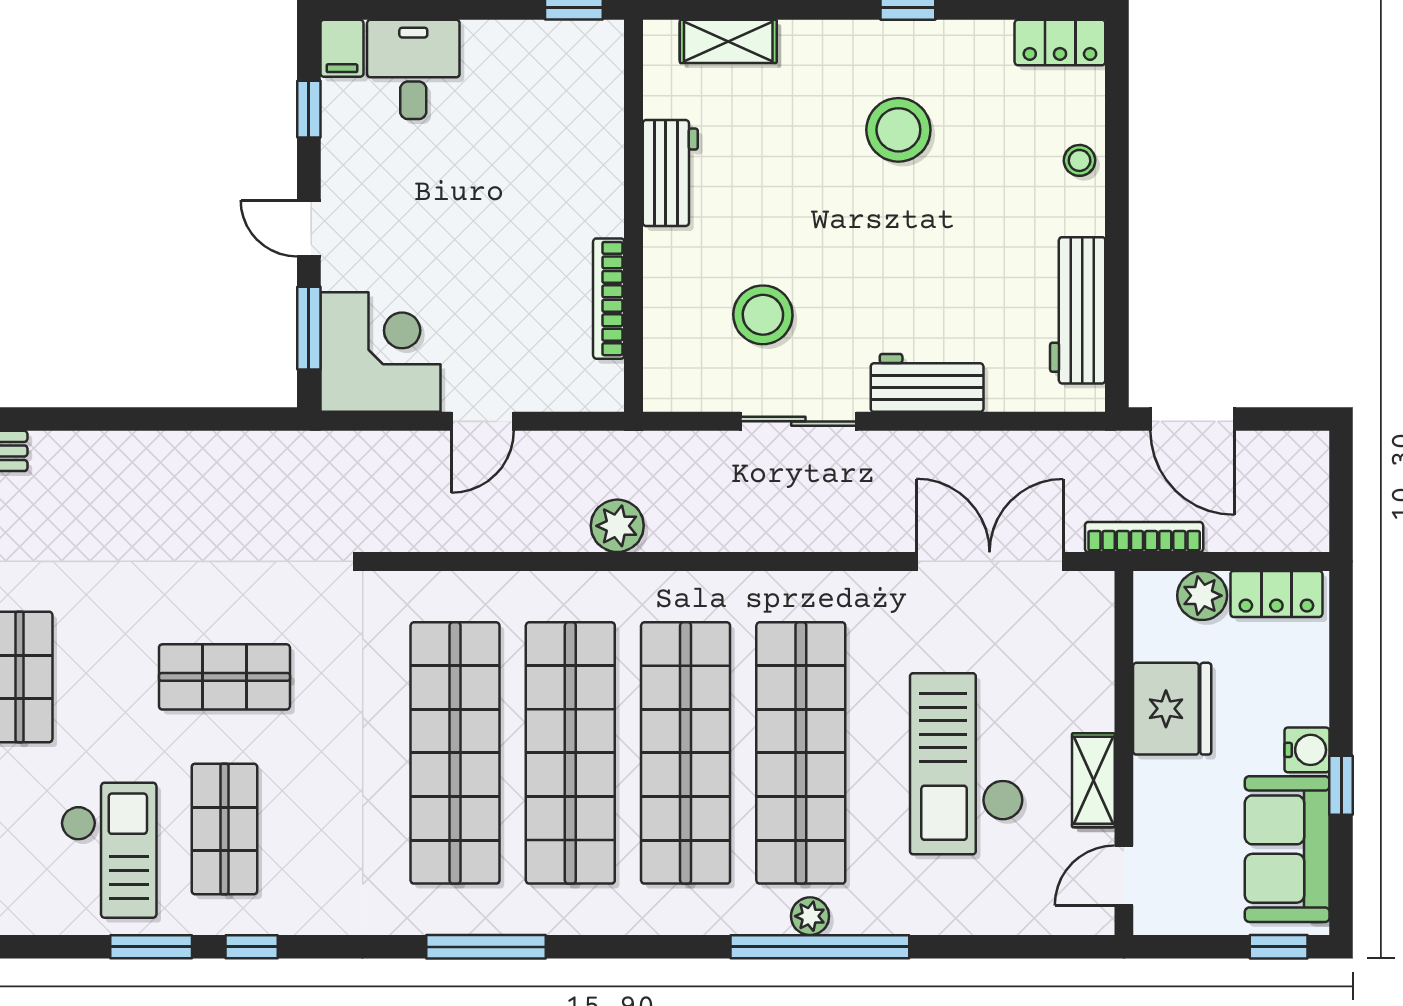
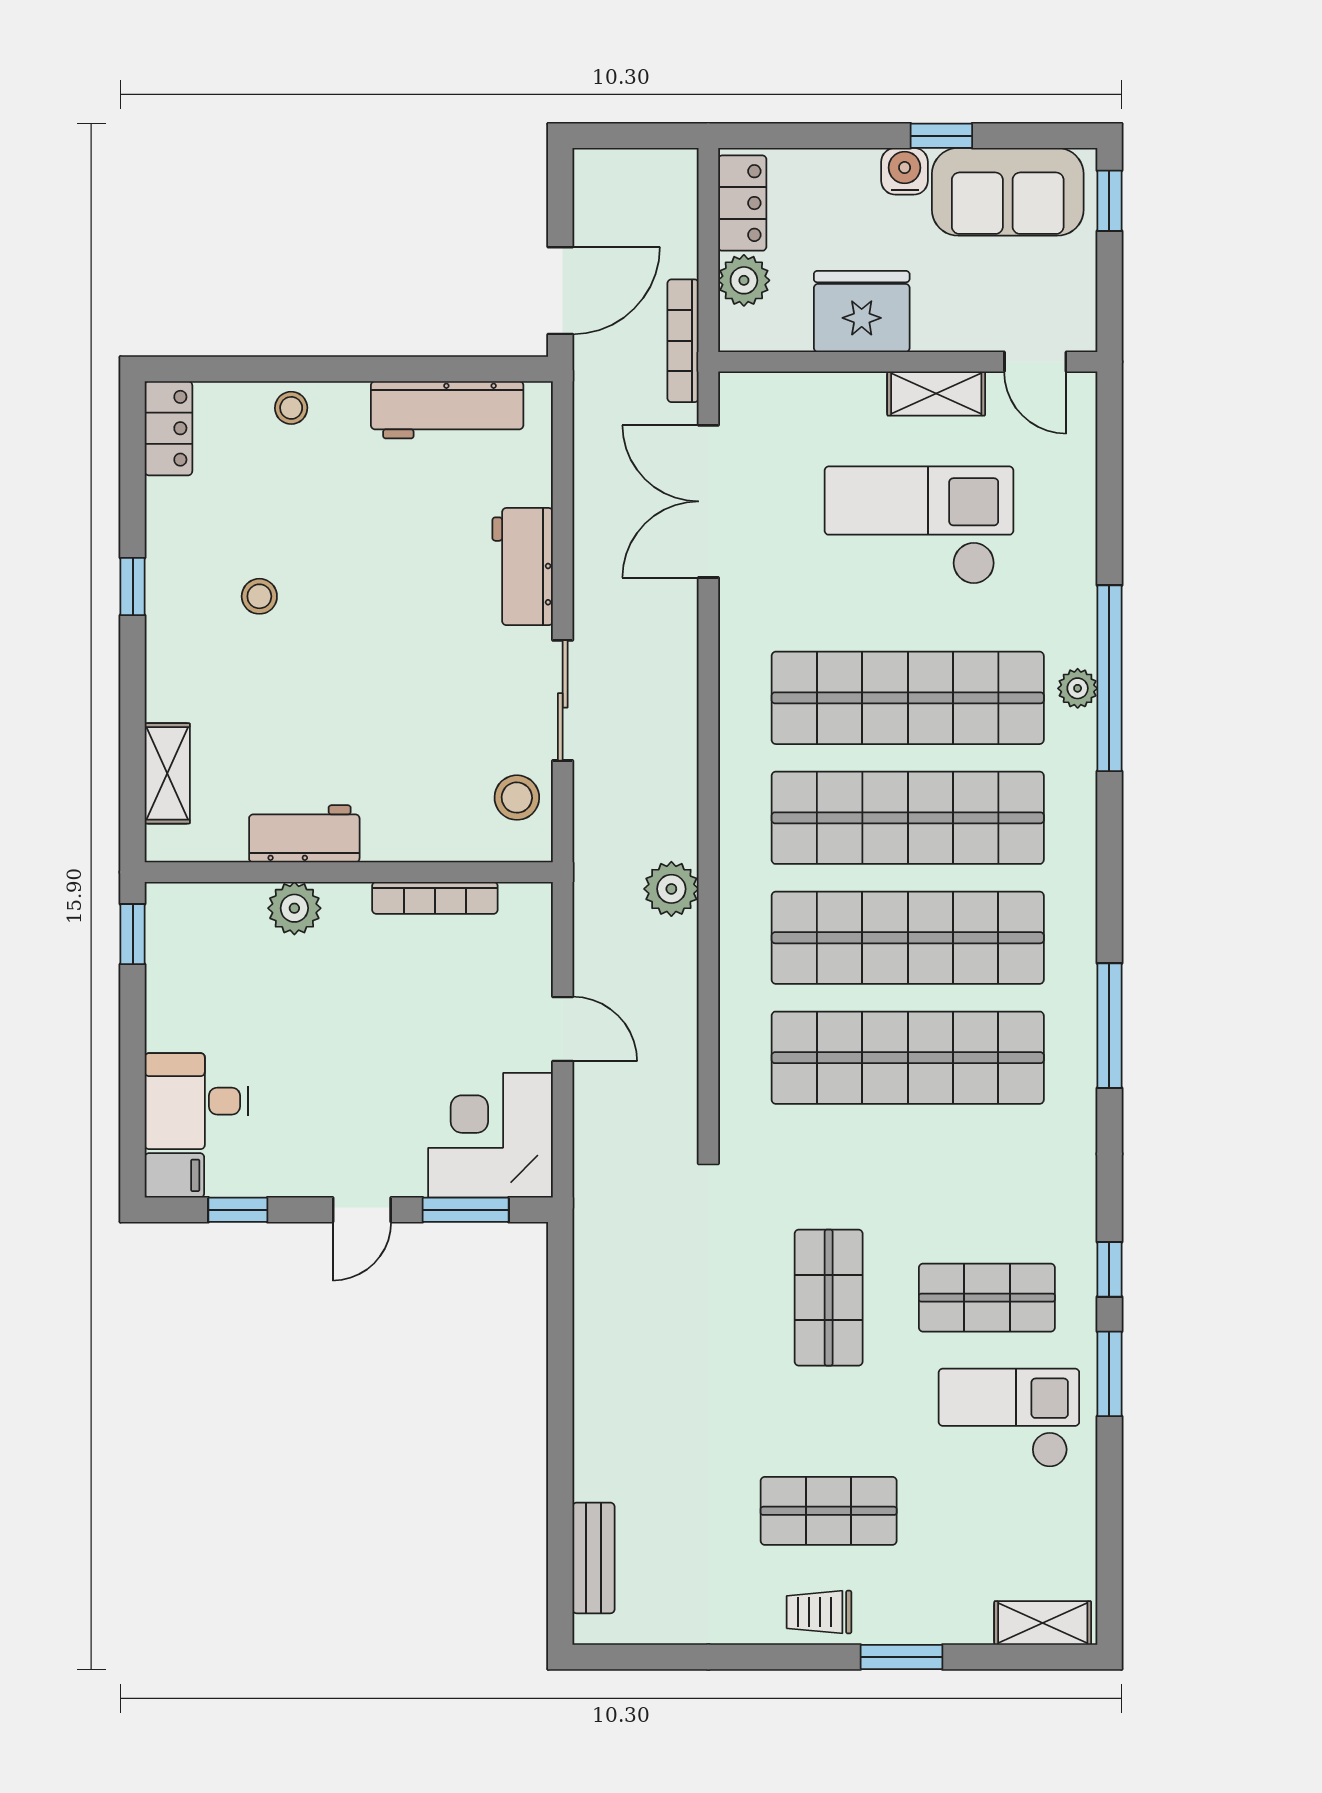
stool: (898, 130) -> (259, 596), width x0.53, depth x0.53
plant: (599, 163) -> (294, 908), added
stool: (763, 315) -> (517, 798), moved, width x0.73, depth x0.73
checkout: (967, 764) -> (919, 525), turned 180

